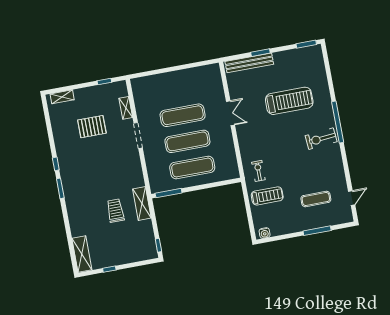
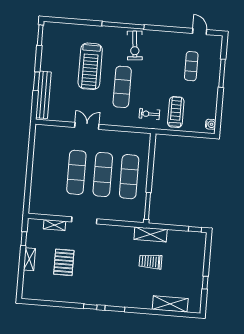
shelving: (62, 97) -> (29, 259), moved
treadmill: (289, 101) -> (90, 66), turned 180
exercise mat: (278, 137) -> (122, 87), added
shelving: (82, 254) -> (170, 304), moved

